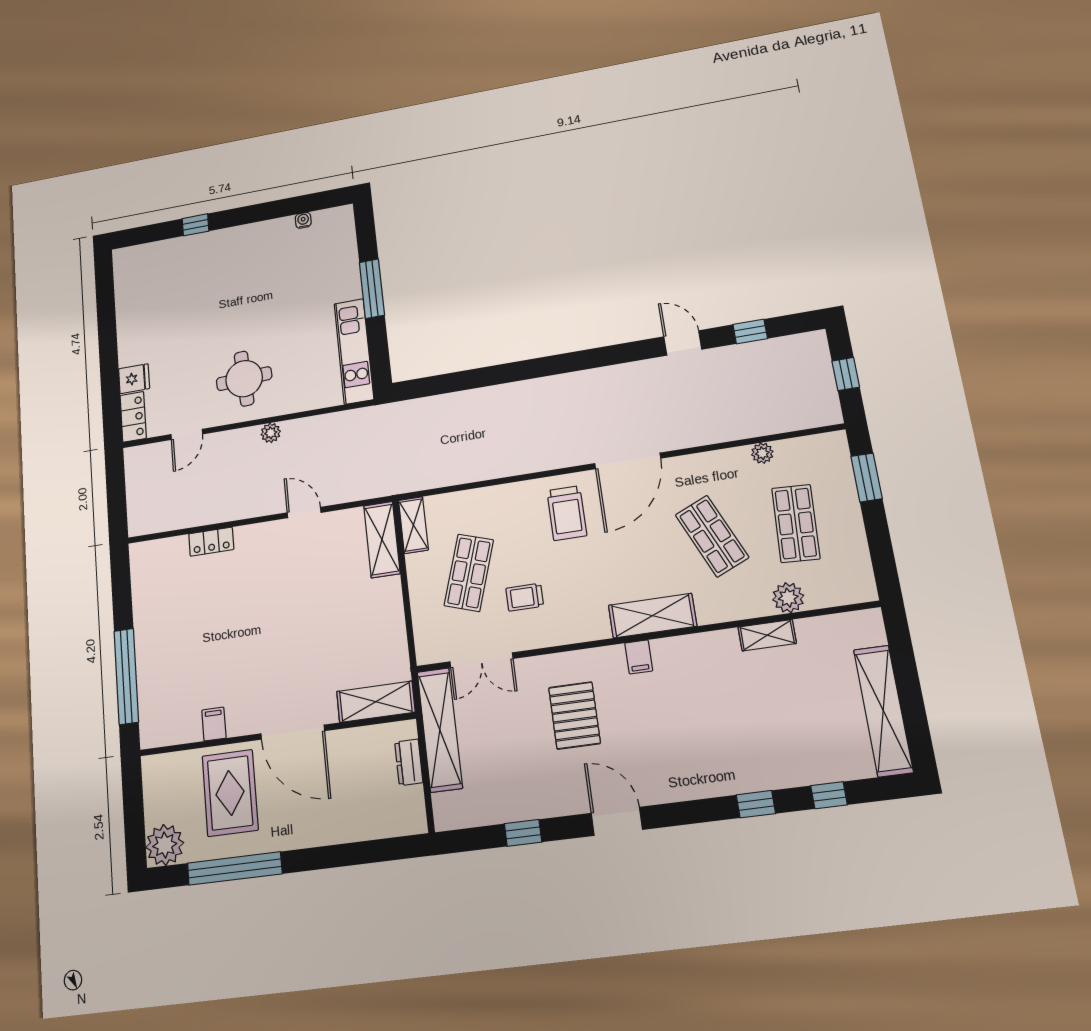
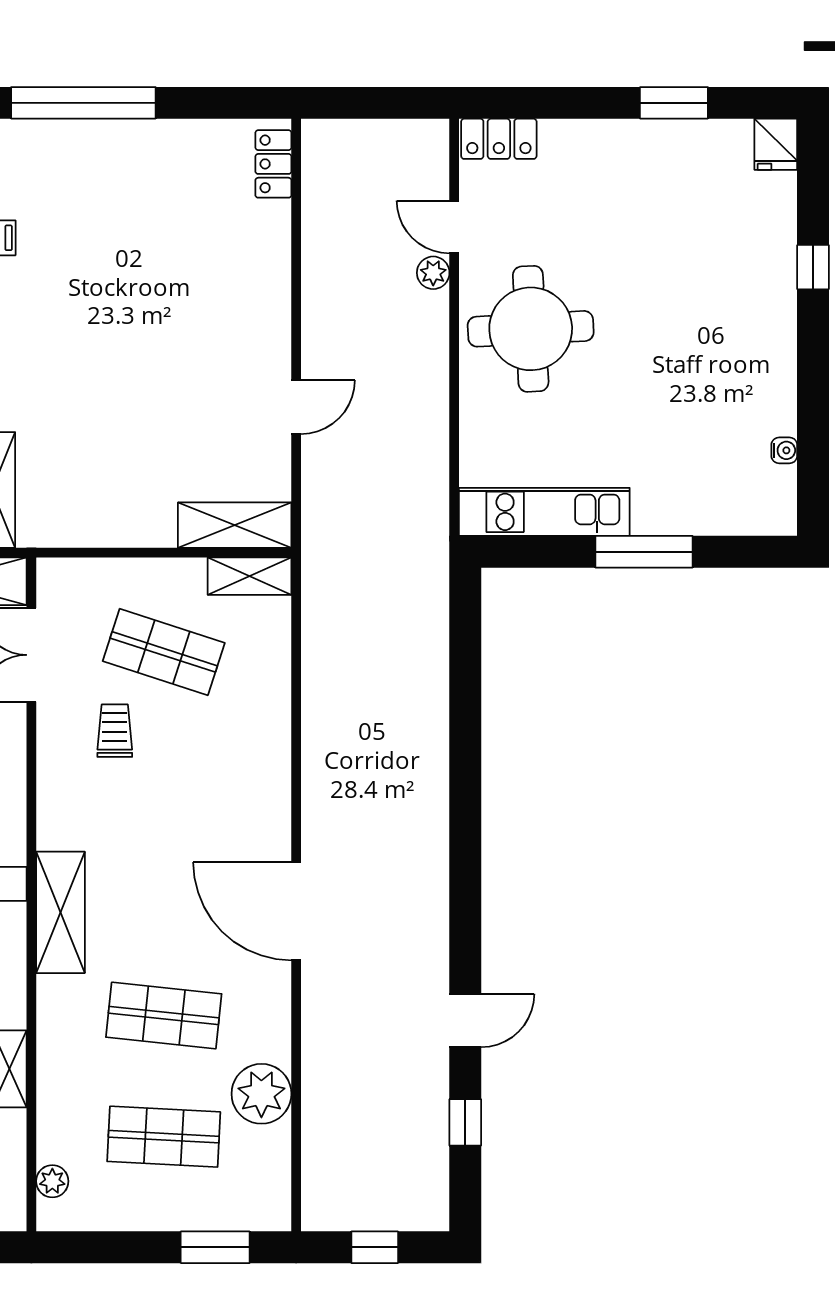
window: (107, 320) -> (674, 103), added
fridge: (134, 379) -> (776, 144), moved
round table: (244, 379) -> (531, 329), width x1.36, depth x1.36
plant: (271, 433) -> (433, 273), moved
plant: (762, 453) -> (261, 1094), width x1.88, depth x1.88
trolley: (567, 513) -> (231, 810), removed
shop shelf: (712, 536) -> (164, 1016), turned 30
locker: (211, 542) -> (273, 164), moved
plant: (788, 598) -> (52, 1181), moved, width x0.73, depth x0.73

